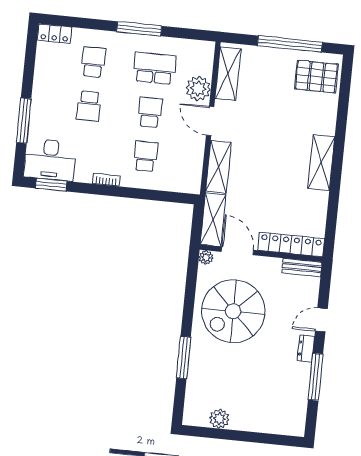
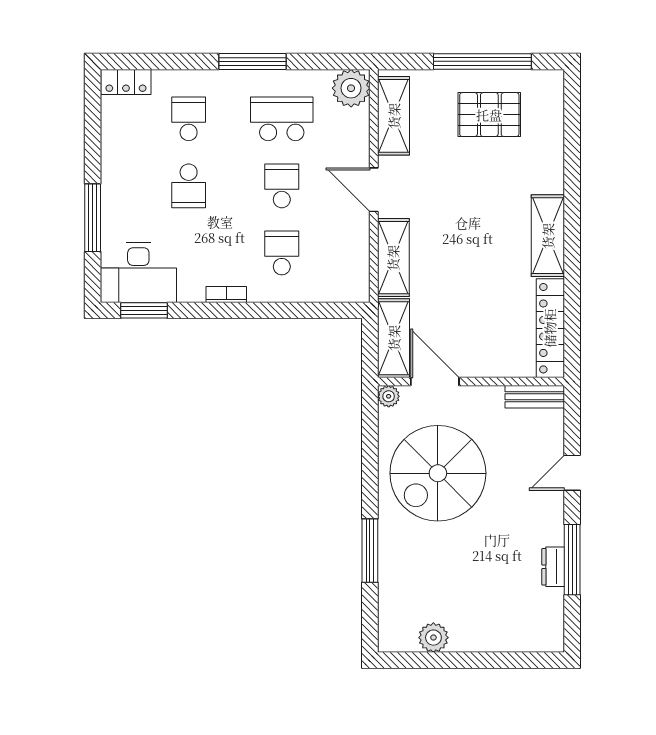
pallet: (316, 77) -> (489, 115), moved
plant: (198, 89) -> (351, 88), moved
locker: (291, 244) -> (550, 328), moved, turned -90
dresser: (306, 349) -> (553, 567), moved

